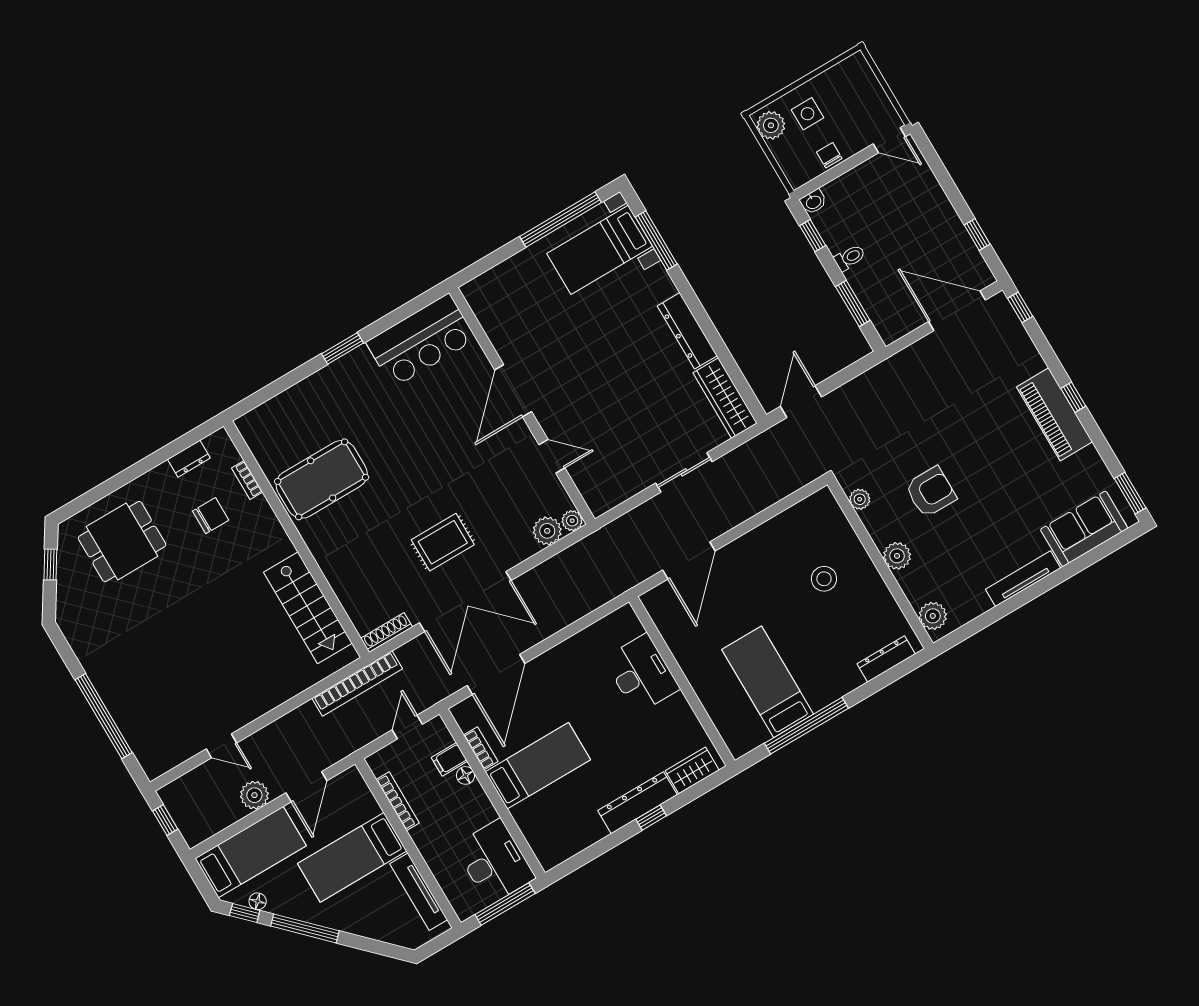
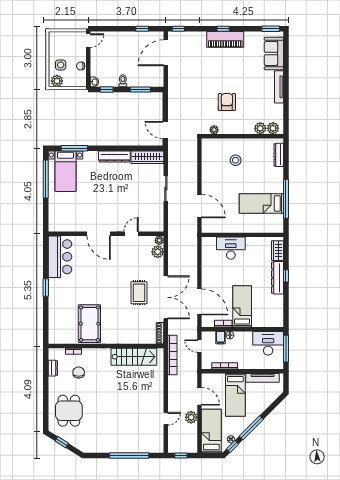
plant: (897, 556) -> (260, 128), moved

